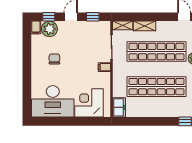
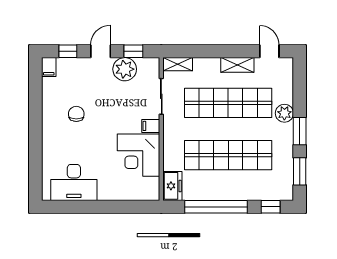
shelving: (144, 26) -> (237, 65), moved
plant: (49, 29) -> (125, 69), moved
desk: (53, 101) -> (74, 182), width x0.73, depth x0.77
corner desk: (89, 103) -> (139, 155), moved, turned -90
window: (148, 121) -> (216, 207), added

